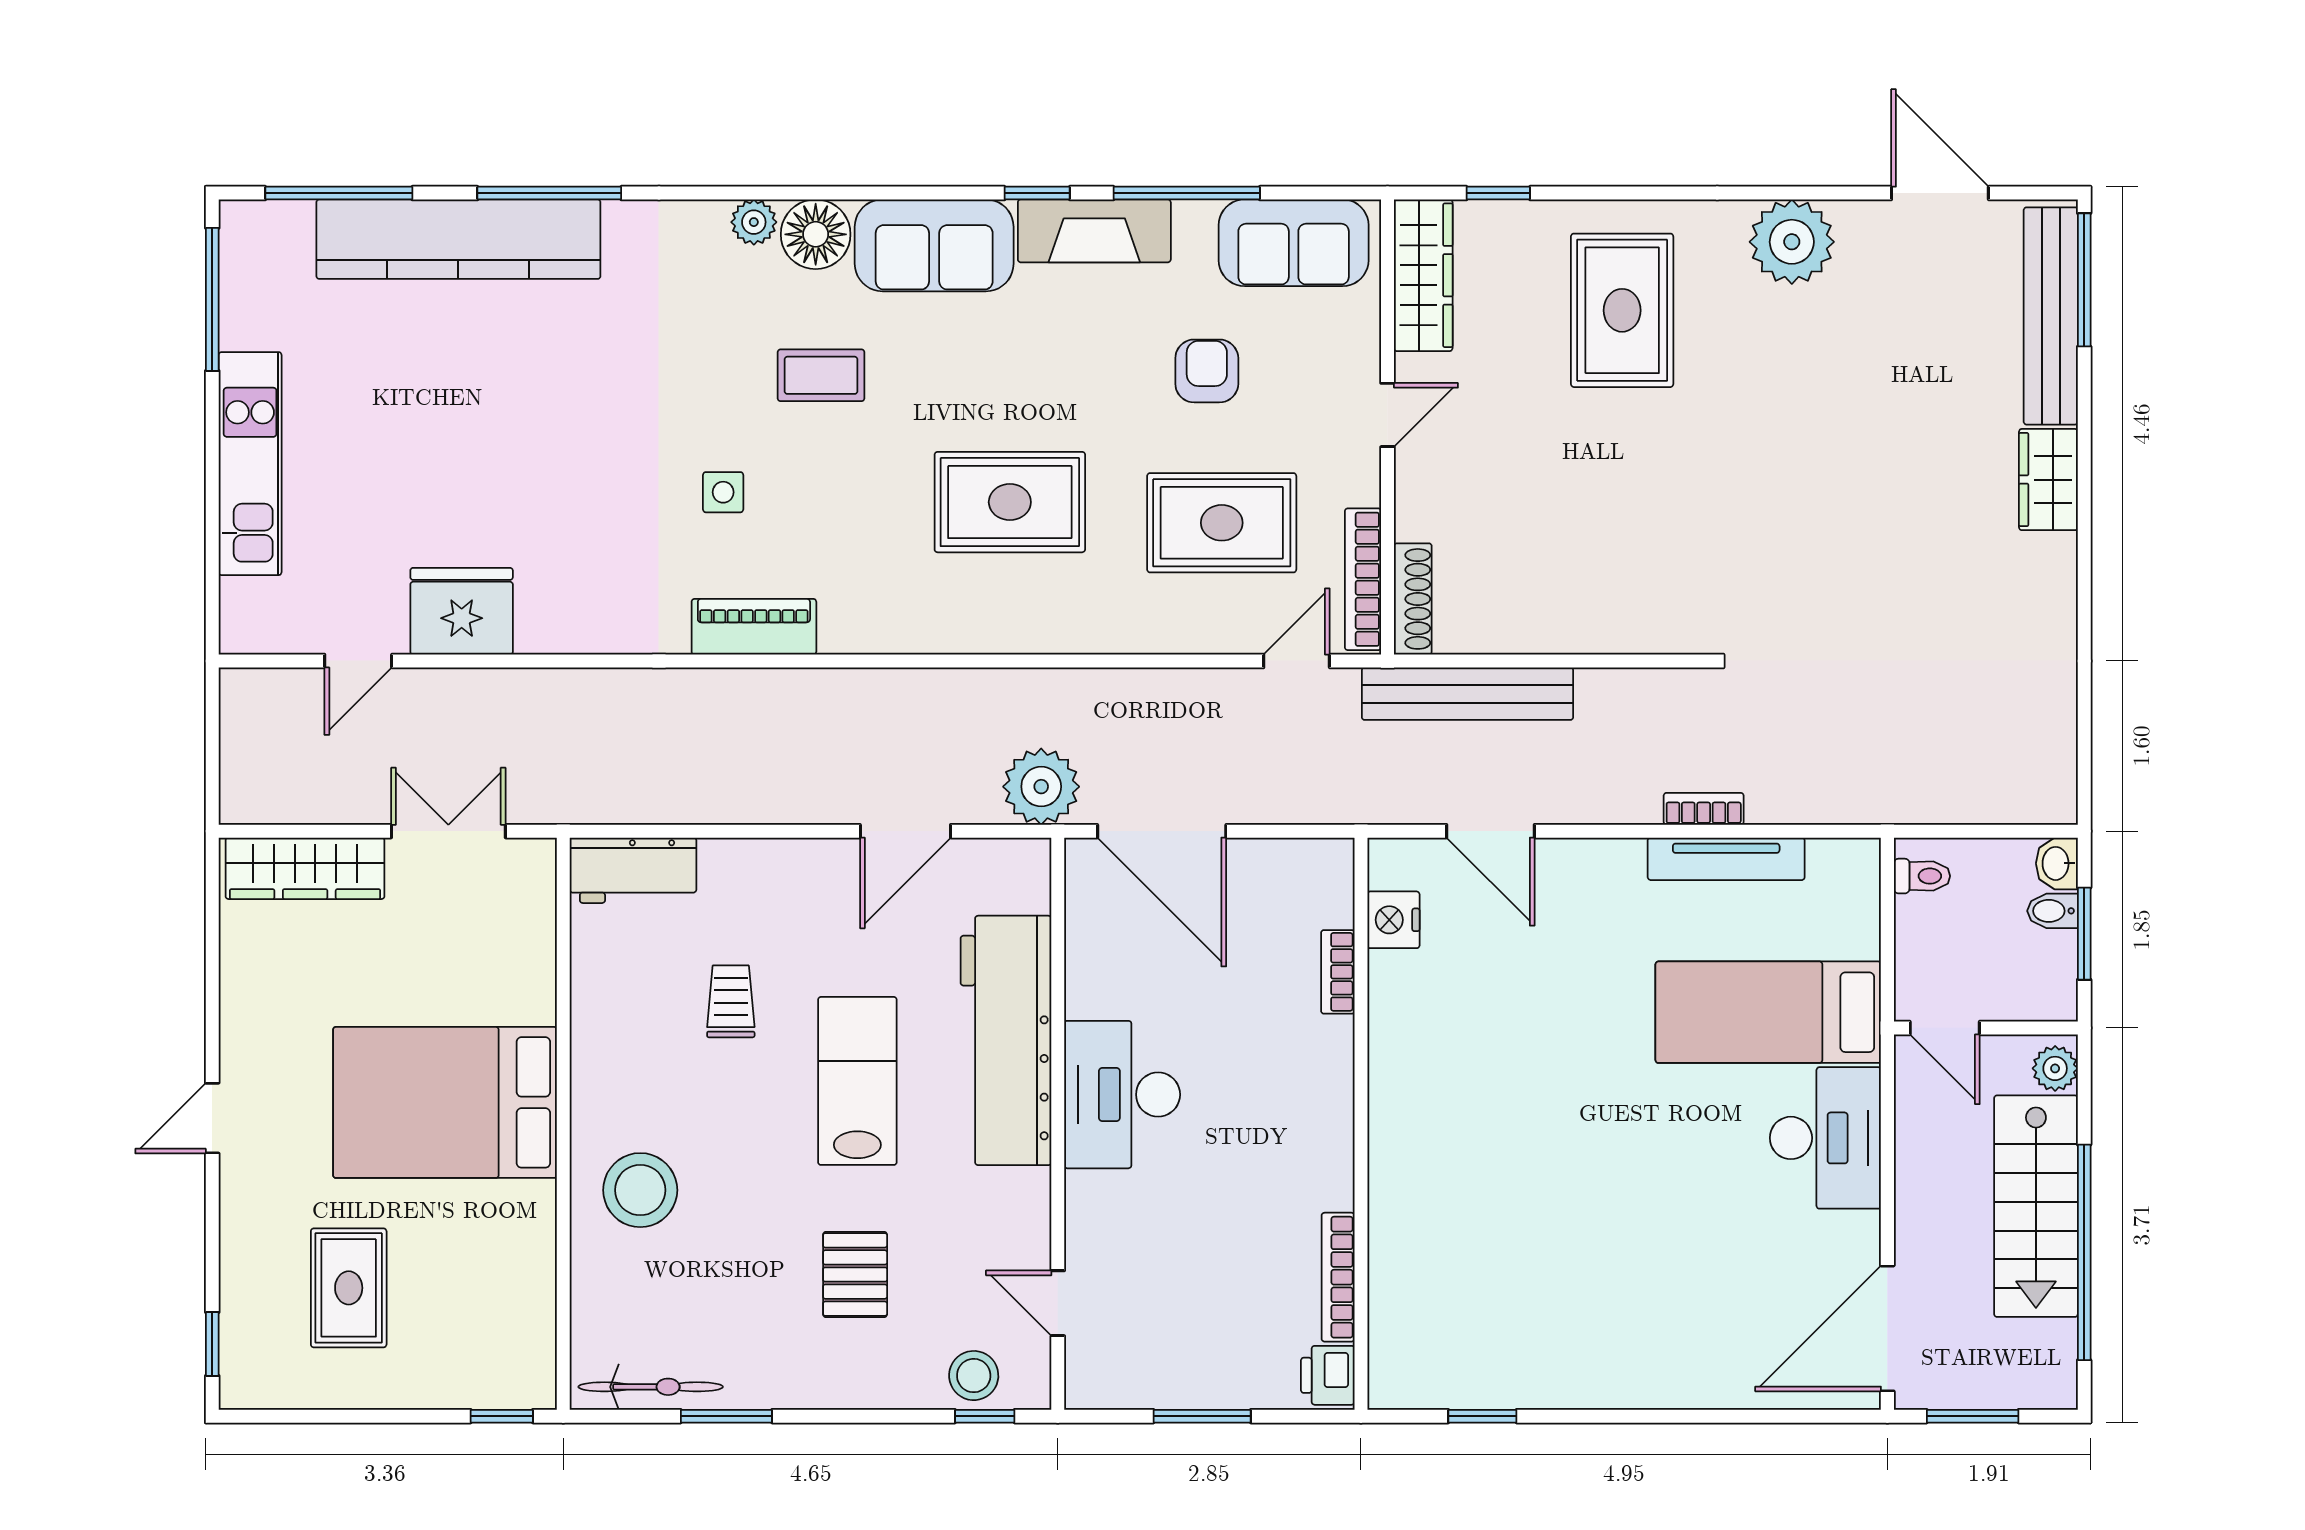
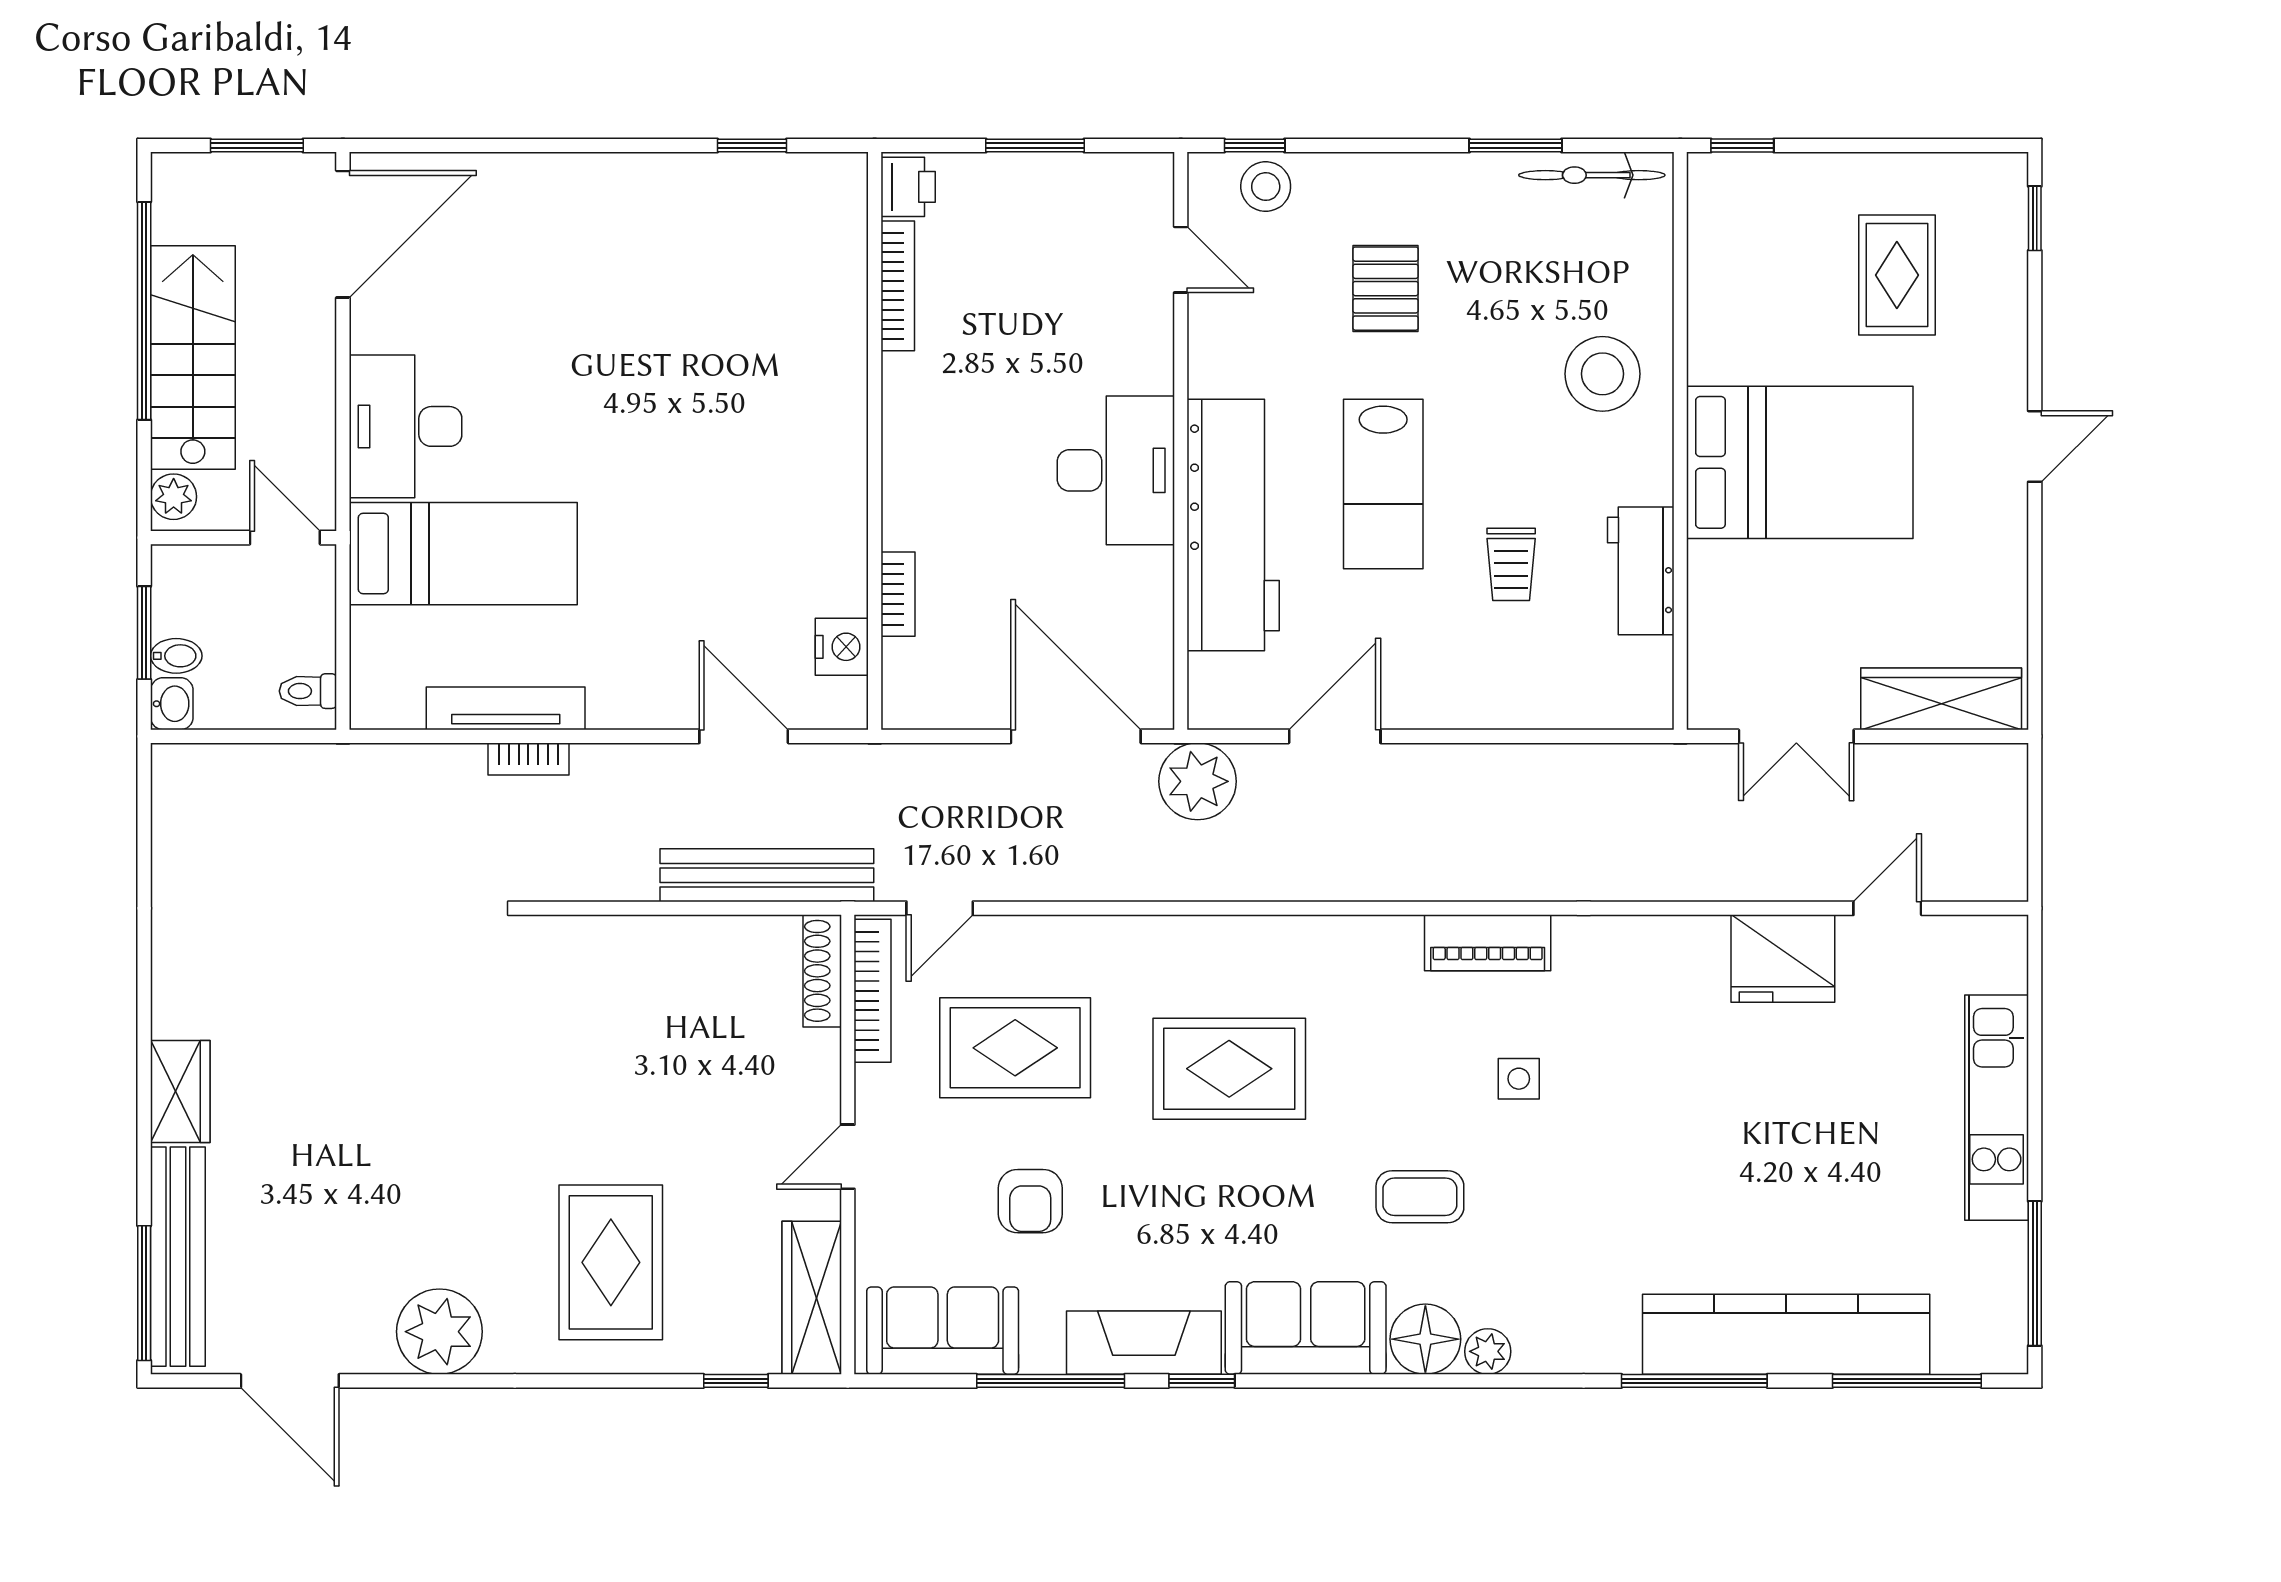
workbench: (633, 870) -> (1641, 571), moved, turned -90

